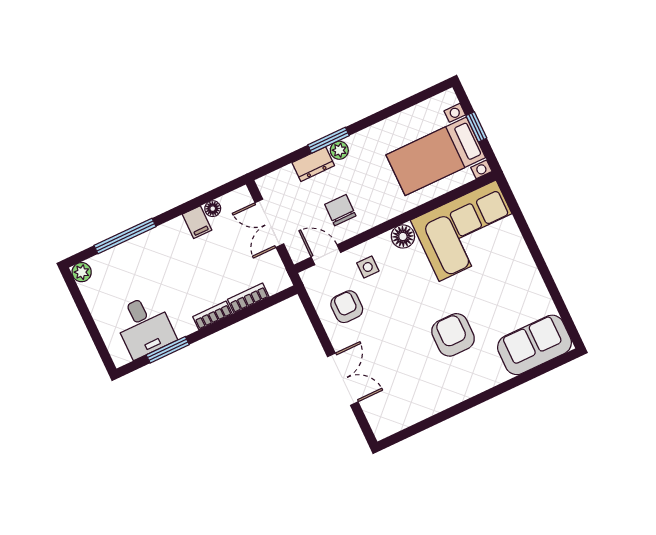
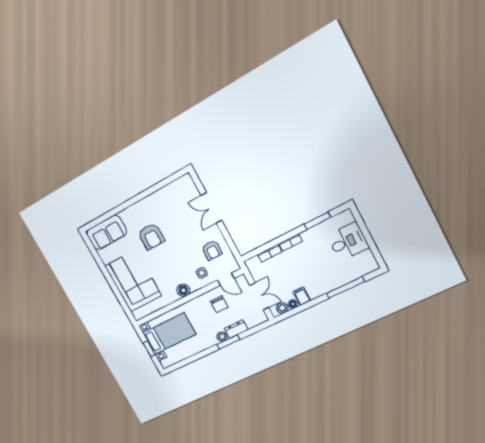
corner sofa: (468, 231) -> (133, 281), moved, turned 90
plant: (82, 272) -> (282, 308), moved
desk: (144, 326) -> (348, 242), moved, turned 90

